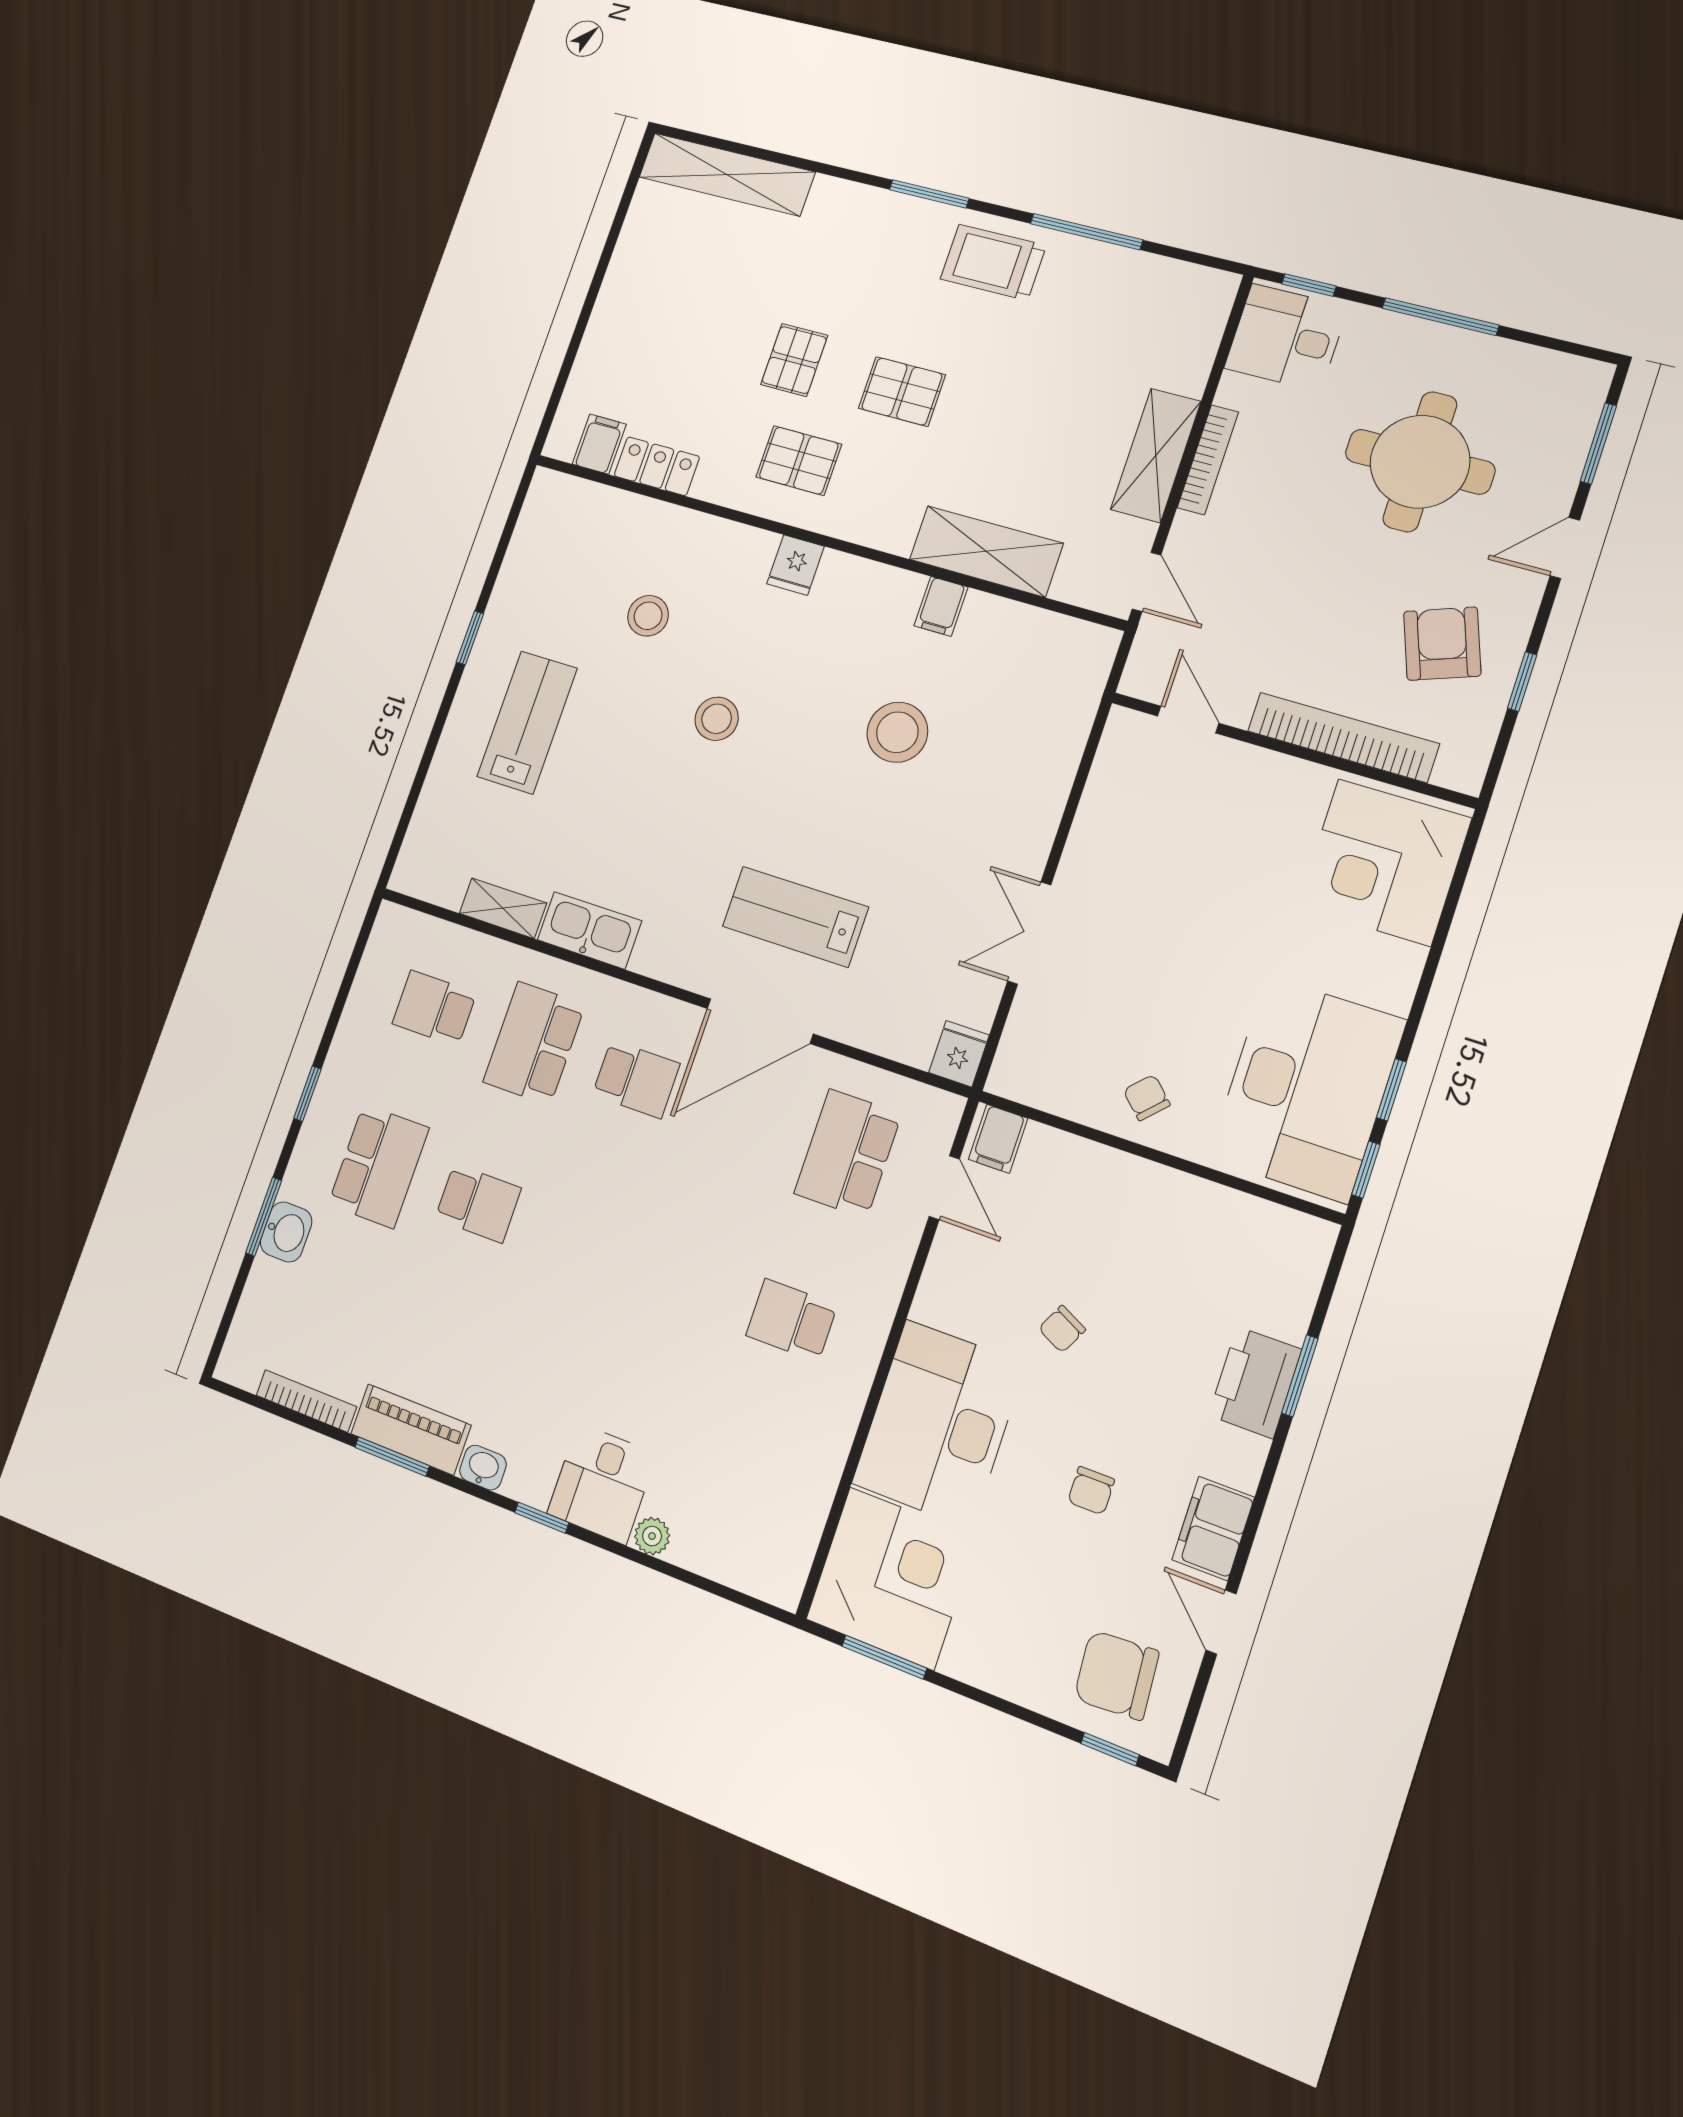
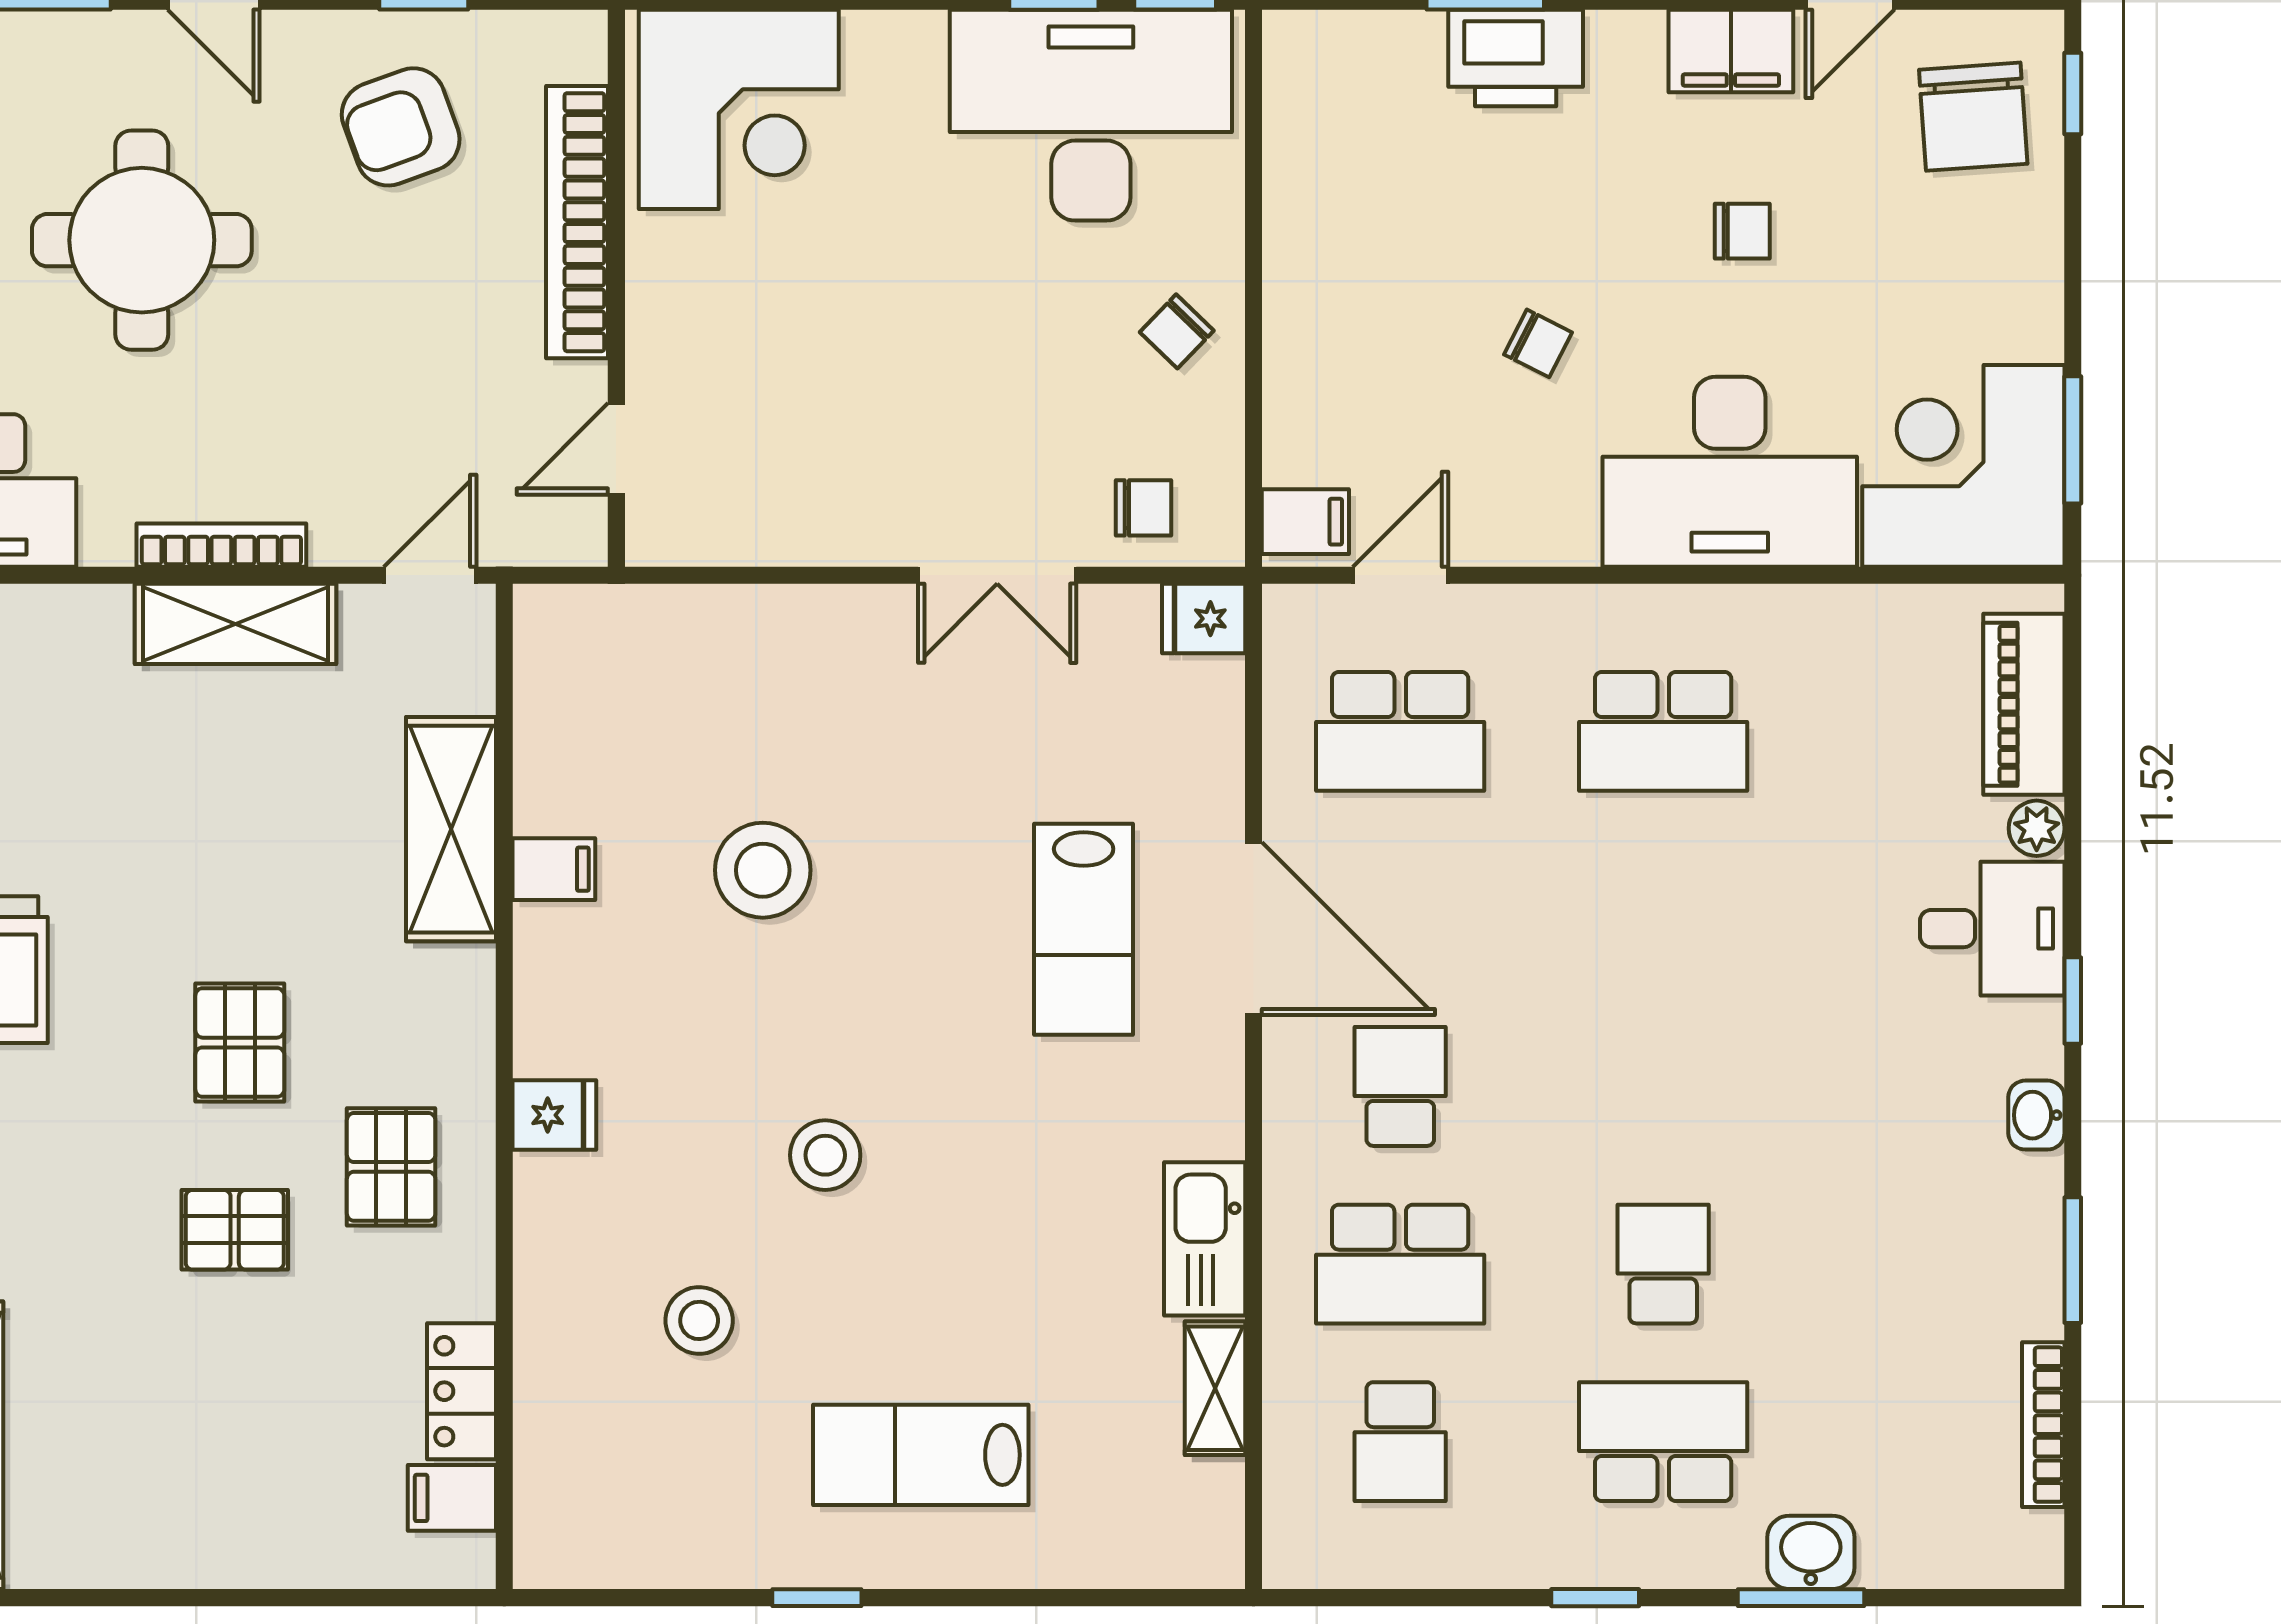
chair: (1041, 1039) -> (1143, 508), added
school desk: (792, 1320) -> (1663, 731), width x1.85
piano: (411, 1429) -> (2024, 704), moved

